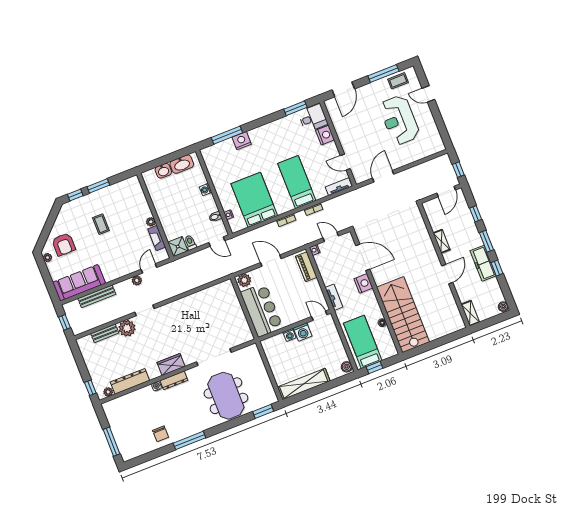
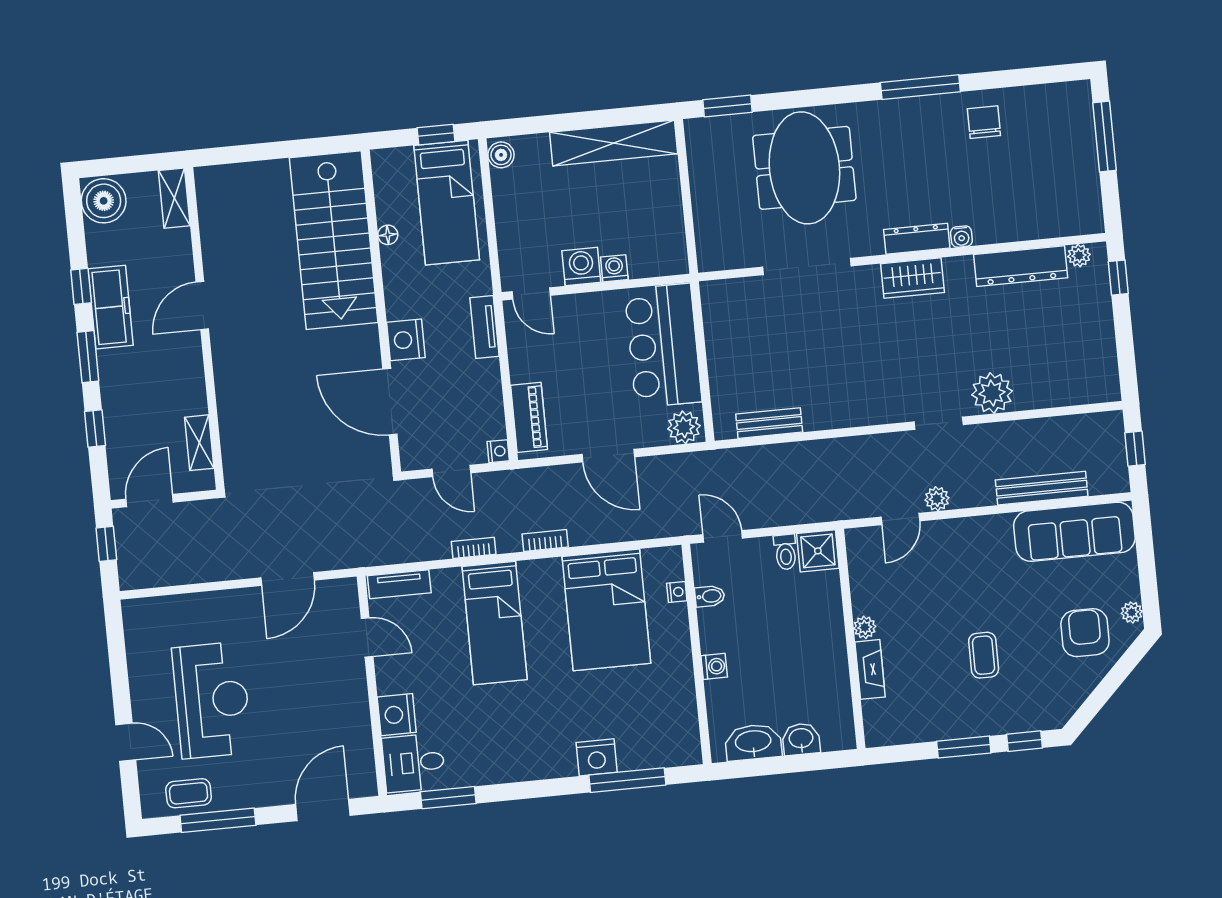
fireplace: (157, 238) -> (870, 669), moved
shelving: (442, 241) -> (199, 443), moved
boiler: (503, 307) -> (104, 201), width x1.86, depth x1.86
bench: (105, 333) -> (769, 423), moved

